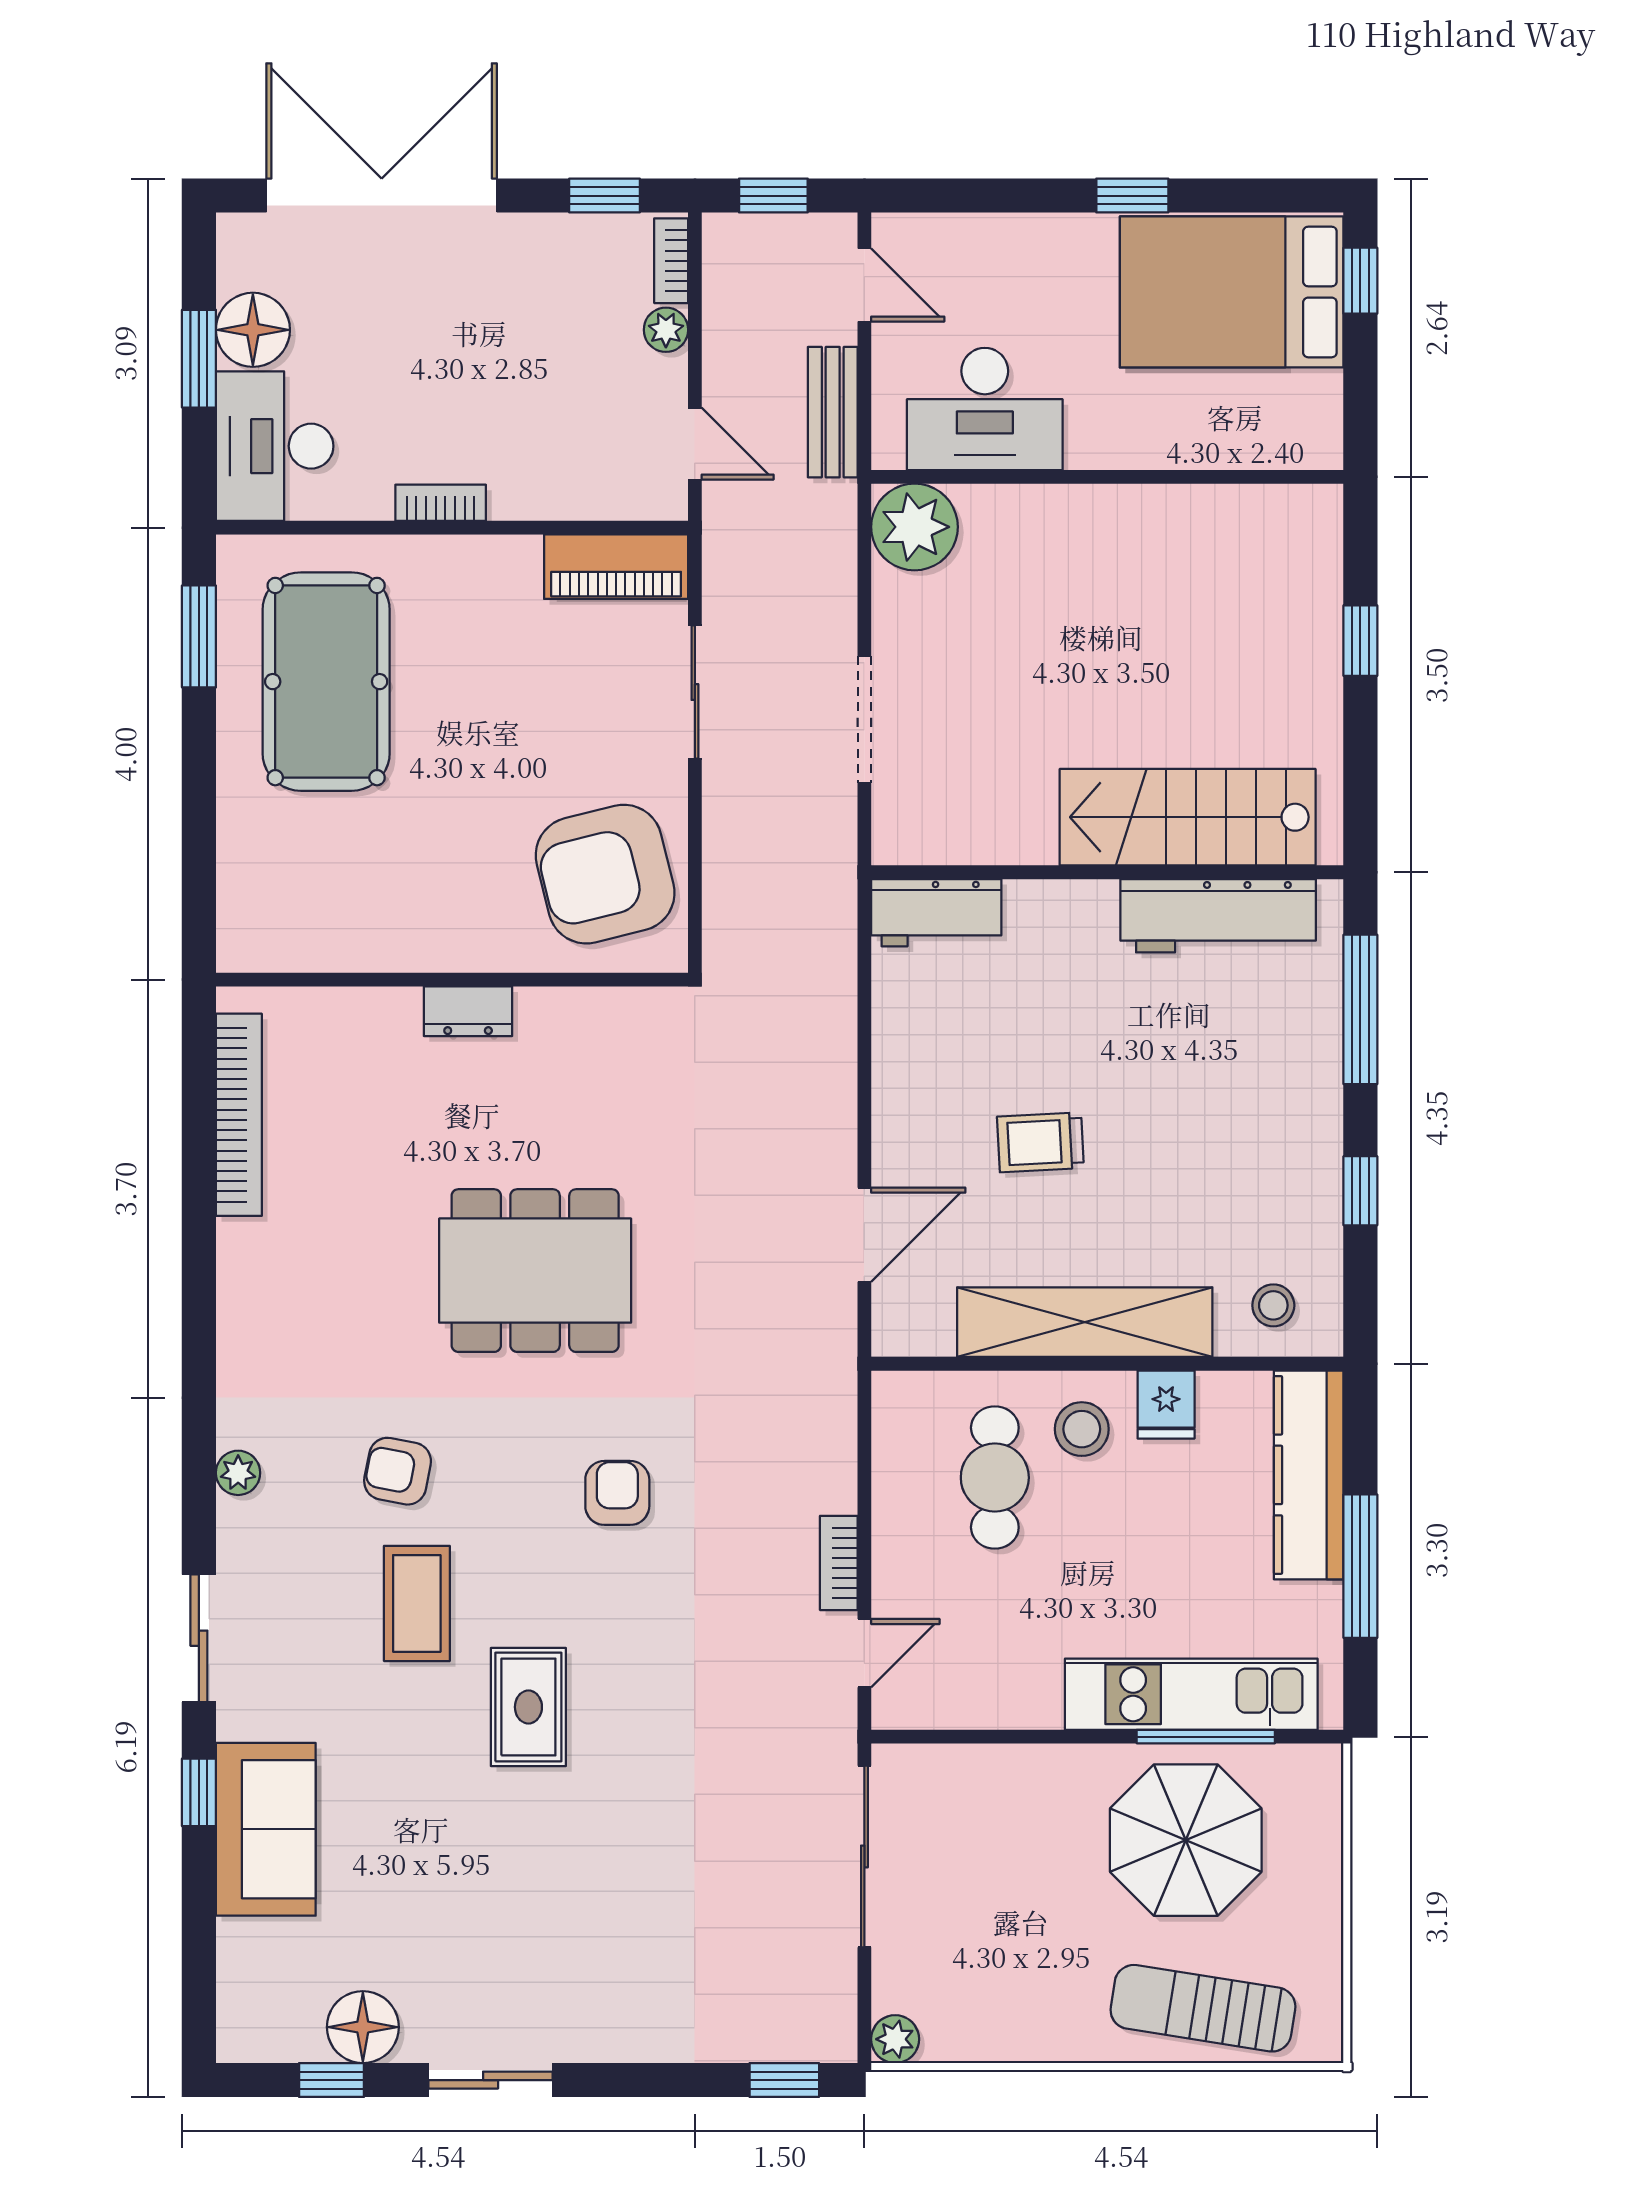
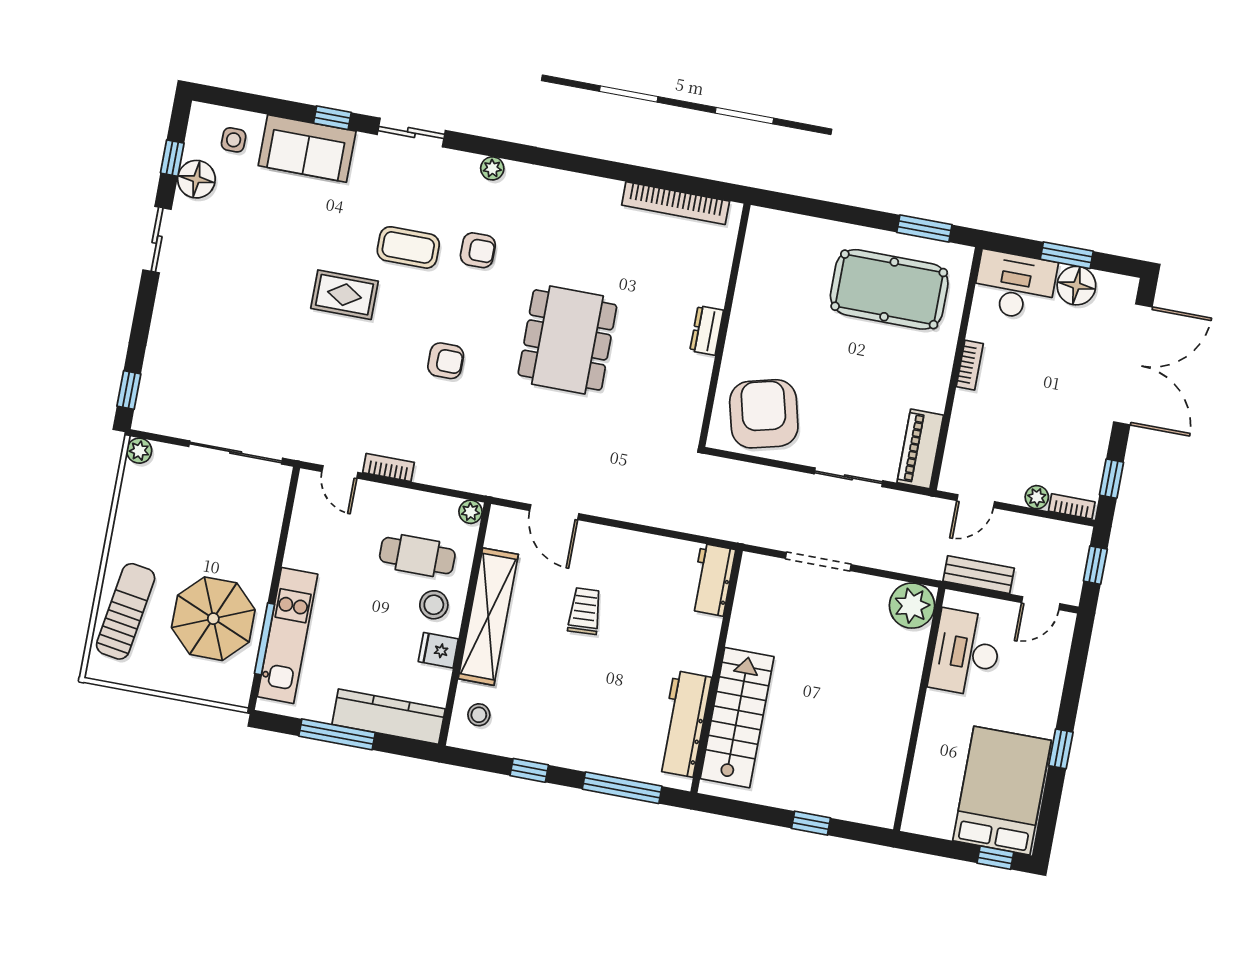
plant: (893, 1393) -> (470, 512), added
armchair: (398, 1471) -> (478, 250), turned 79
side table: (276, 1971) -> (234, 140), added

